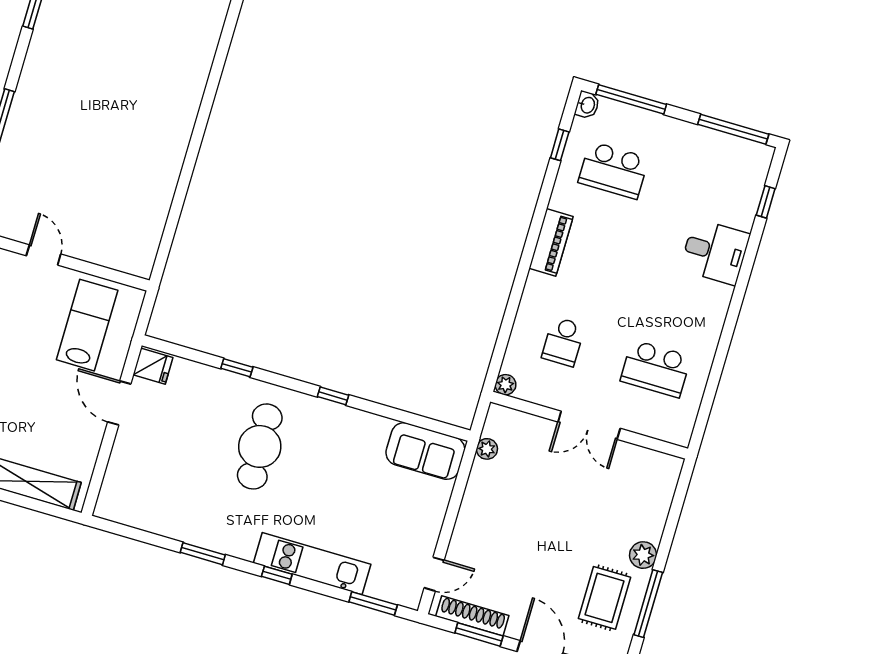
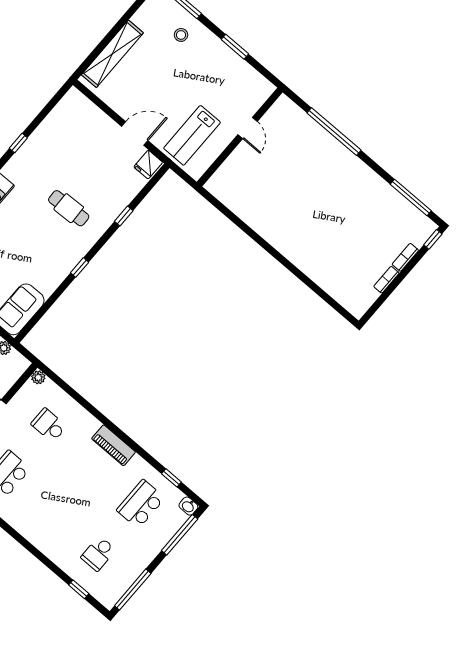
school desk: (706, 197) -> (98, 554), added
desk: (715, 252) -> (62, 544), removed
door: (44, 255) -> (248, 128), hinge flipped
lab bench: (87, 325) -> (192, 135), turned 90
cafe table: (260, 446) -> (69, 208), width x0.73, depth x0.74
window: (203, 554) -> (18, 143), width x0.67

